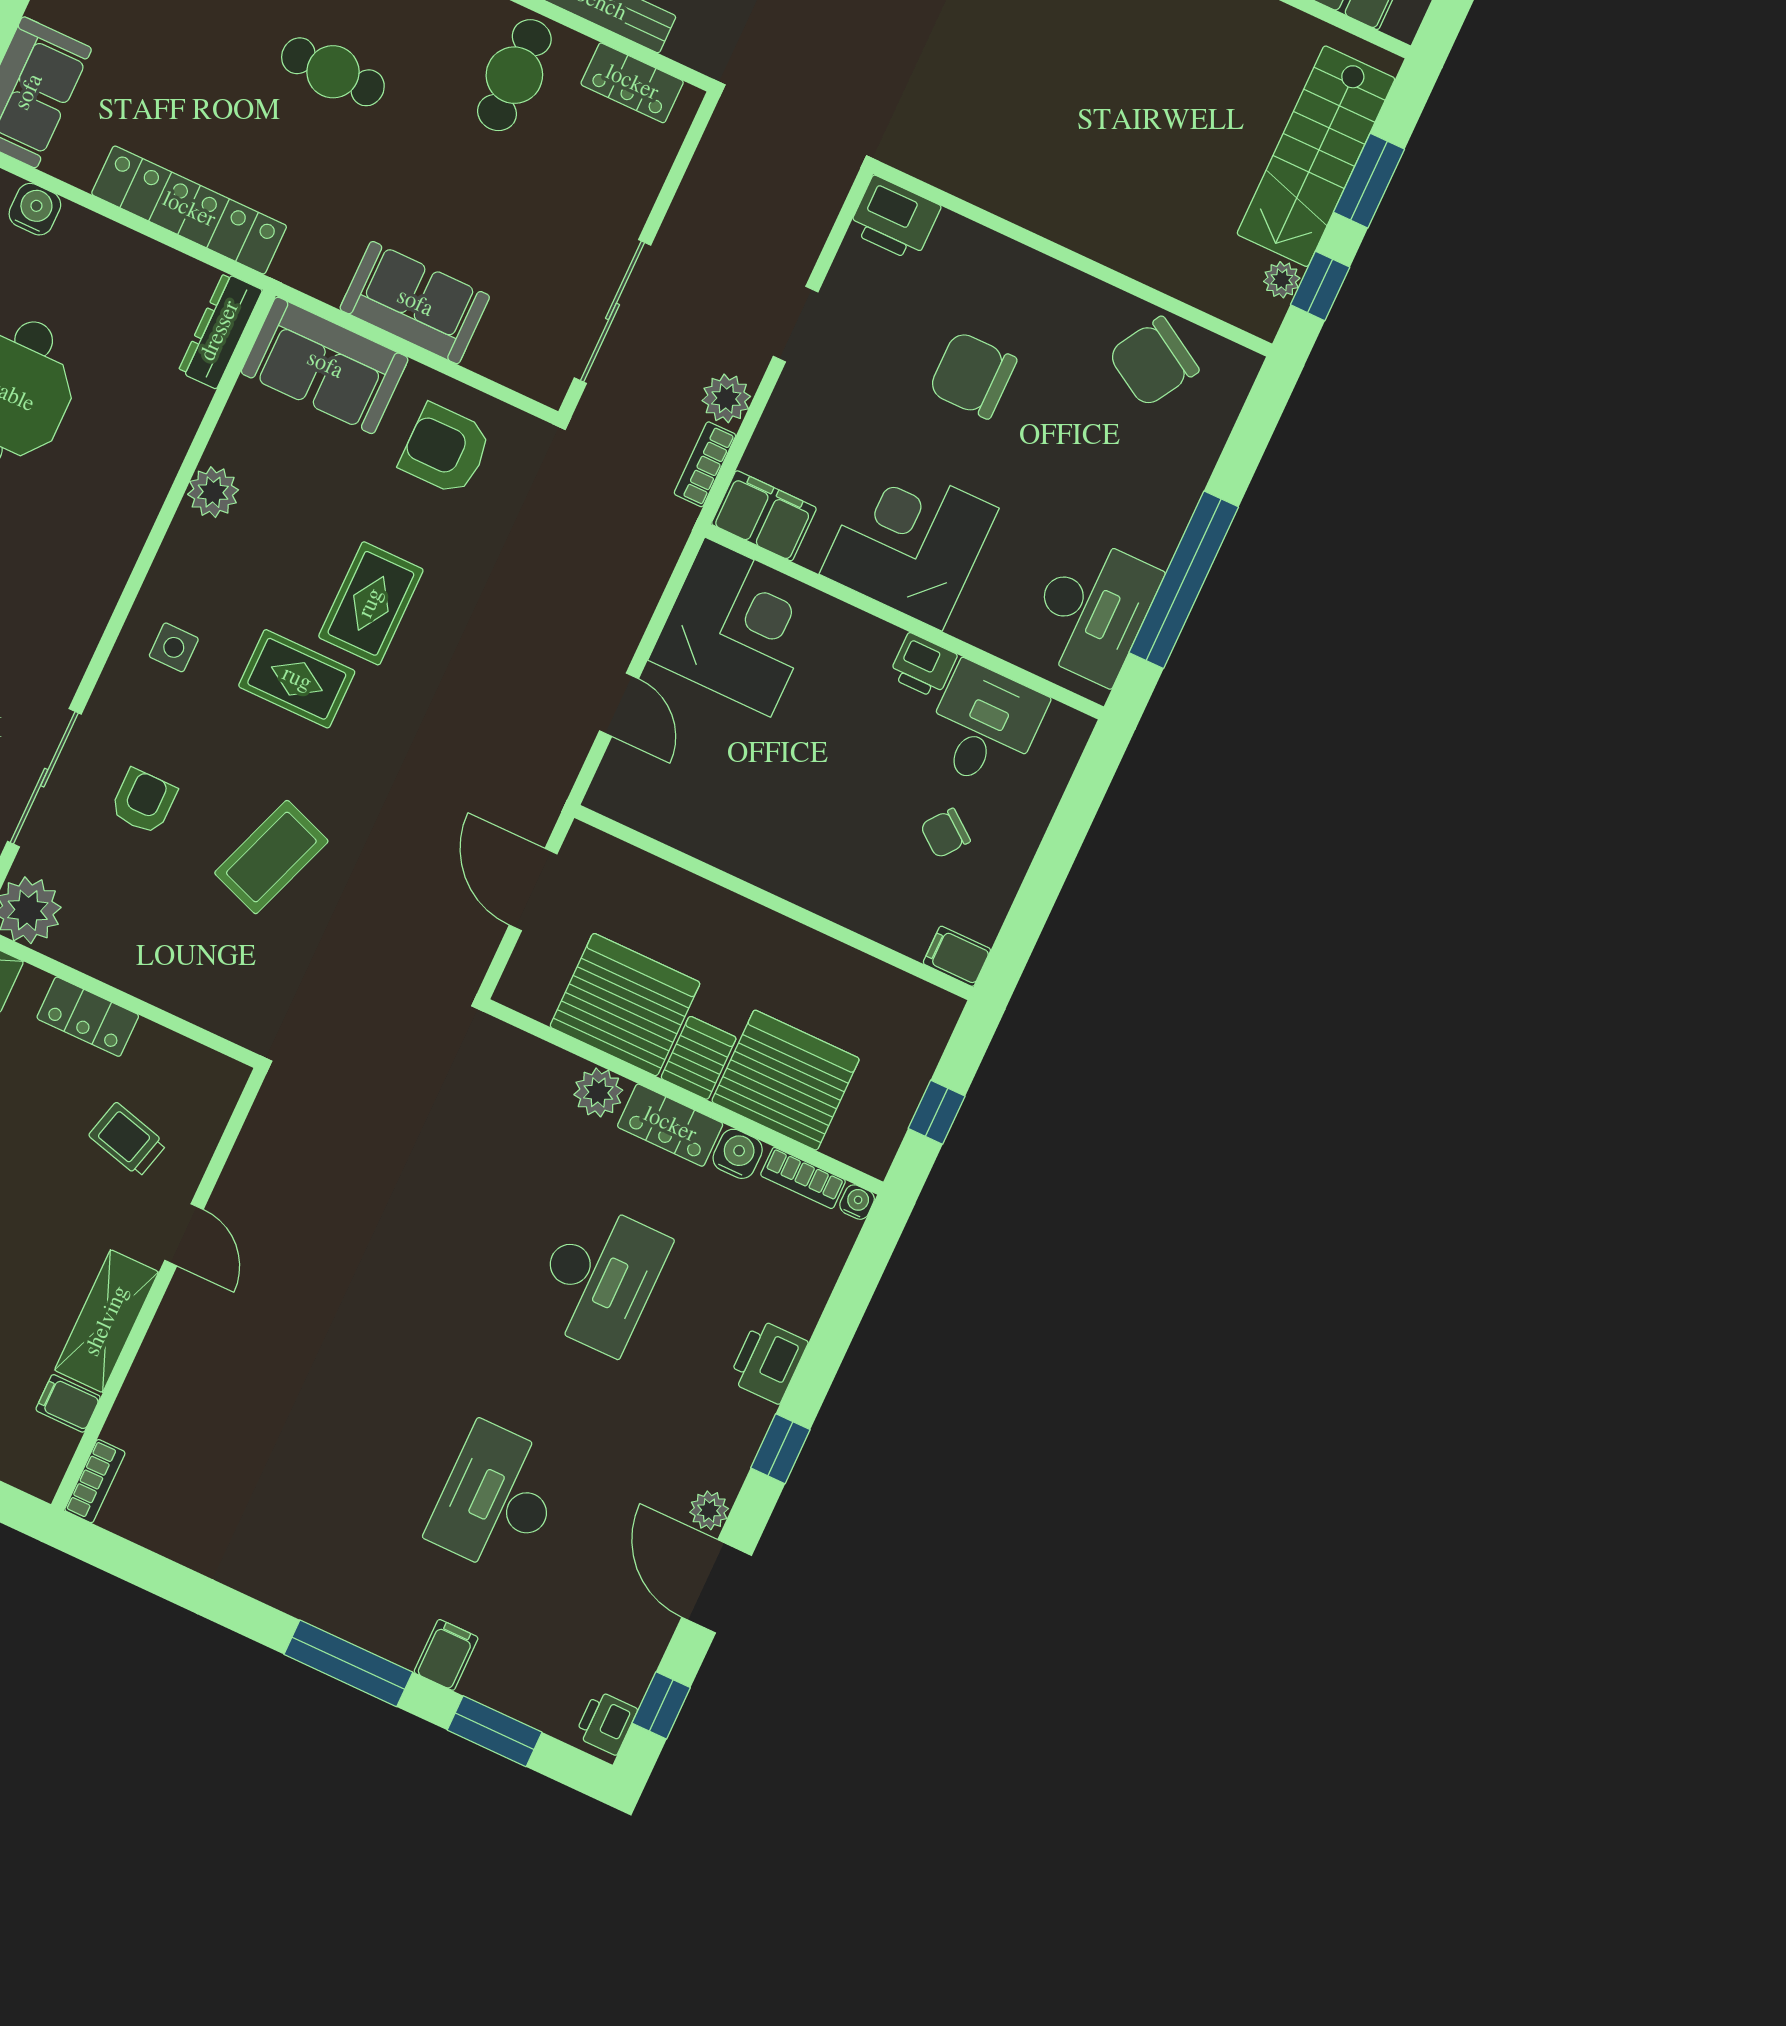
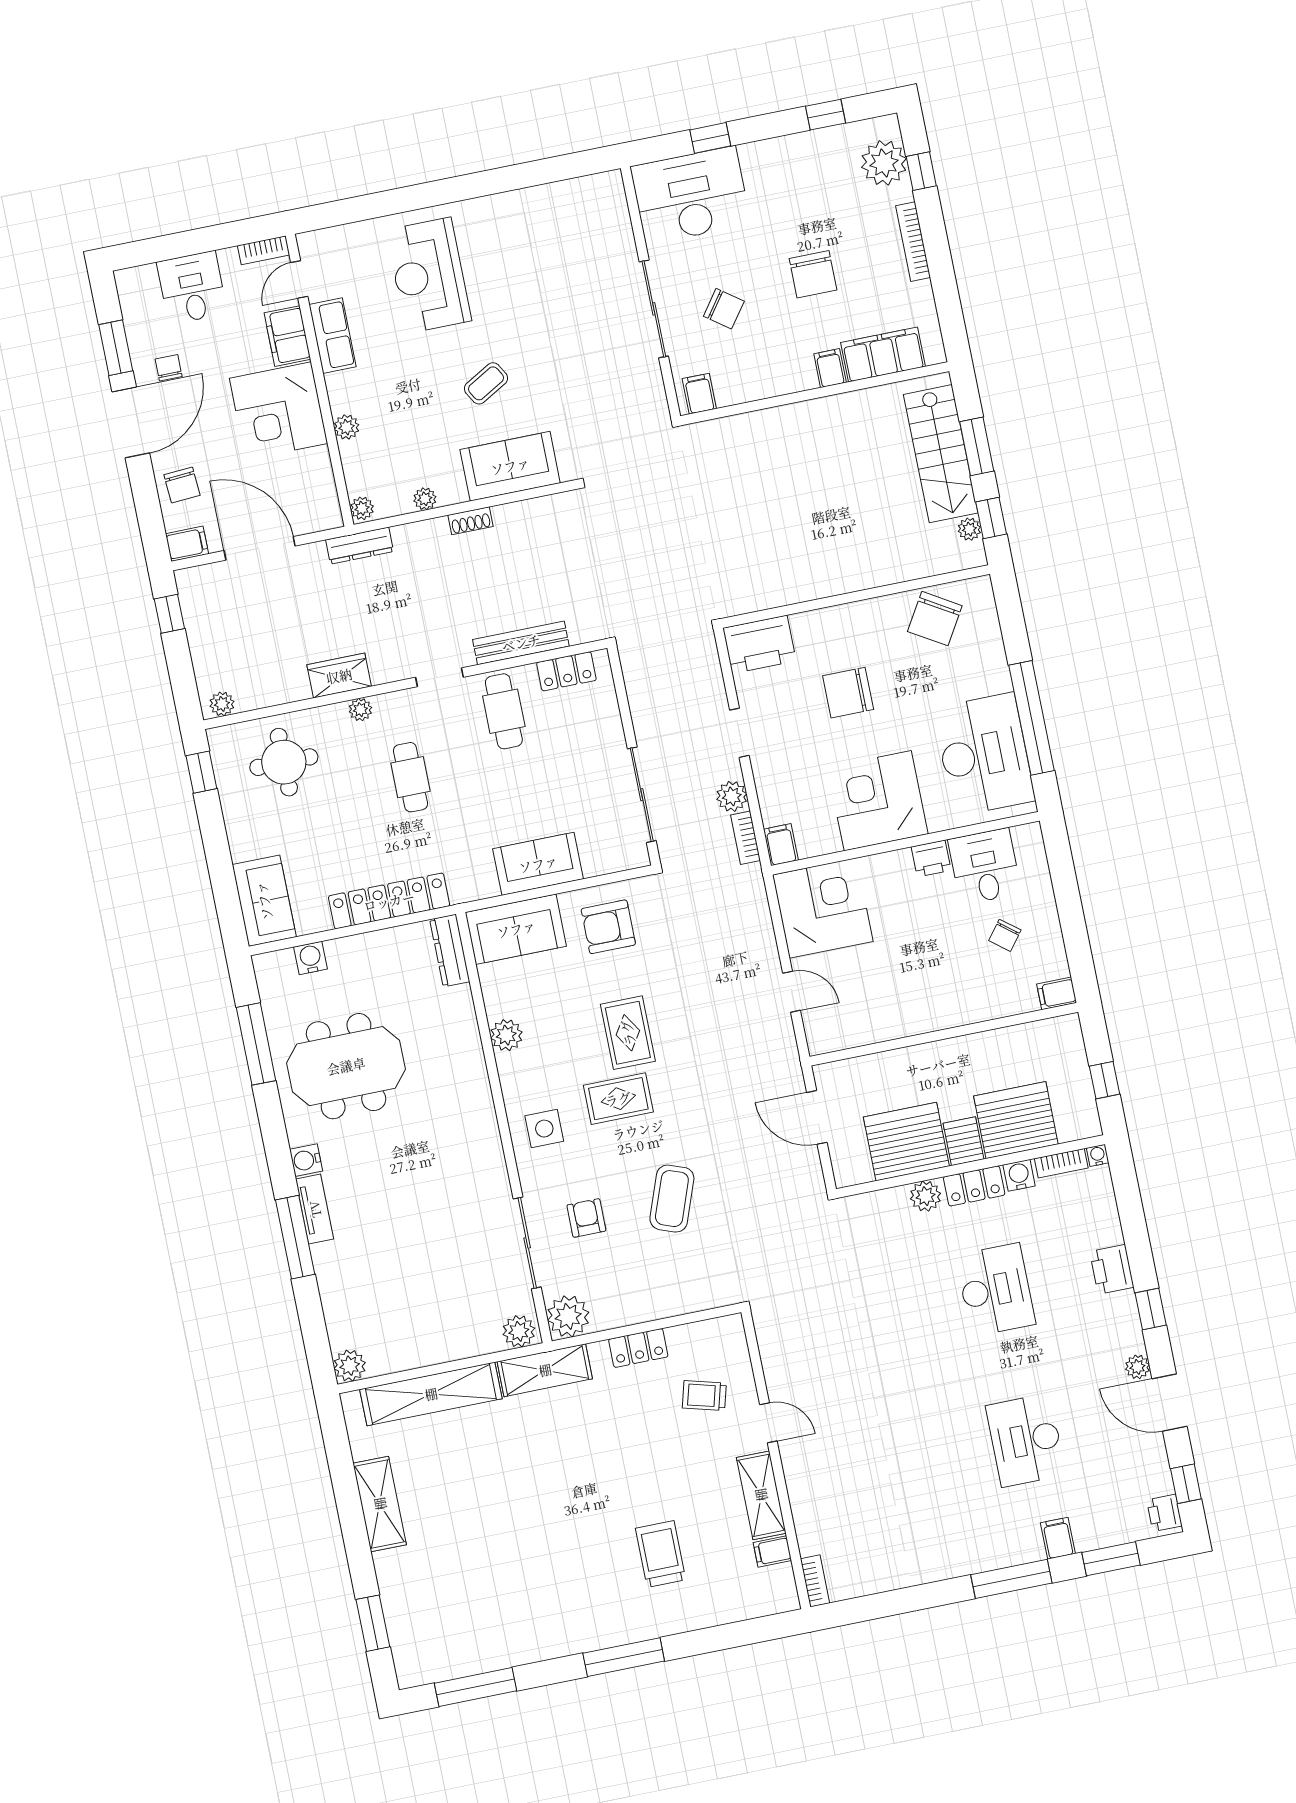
cafe table: (333, 72) -> (411, 777), turned 90
printer: (894, 218) -> (760, 644), width x1.37, depth x1.19
filing cabinet: (764, 516) -> (781, 845), width x0.50
desk: (1093, 610) -> (984, 754), width x1.36, depth x1.30
side table: (174, 647) -> (544, 1129), width x1.37, depth x1.37

